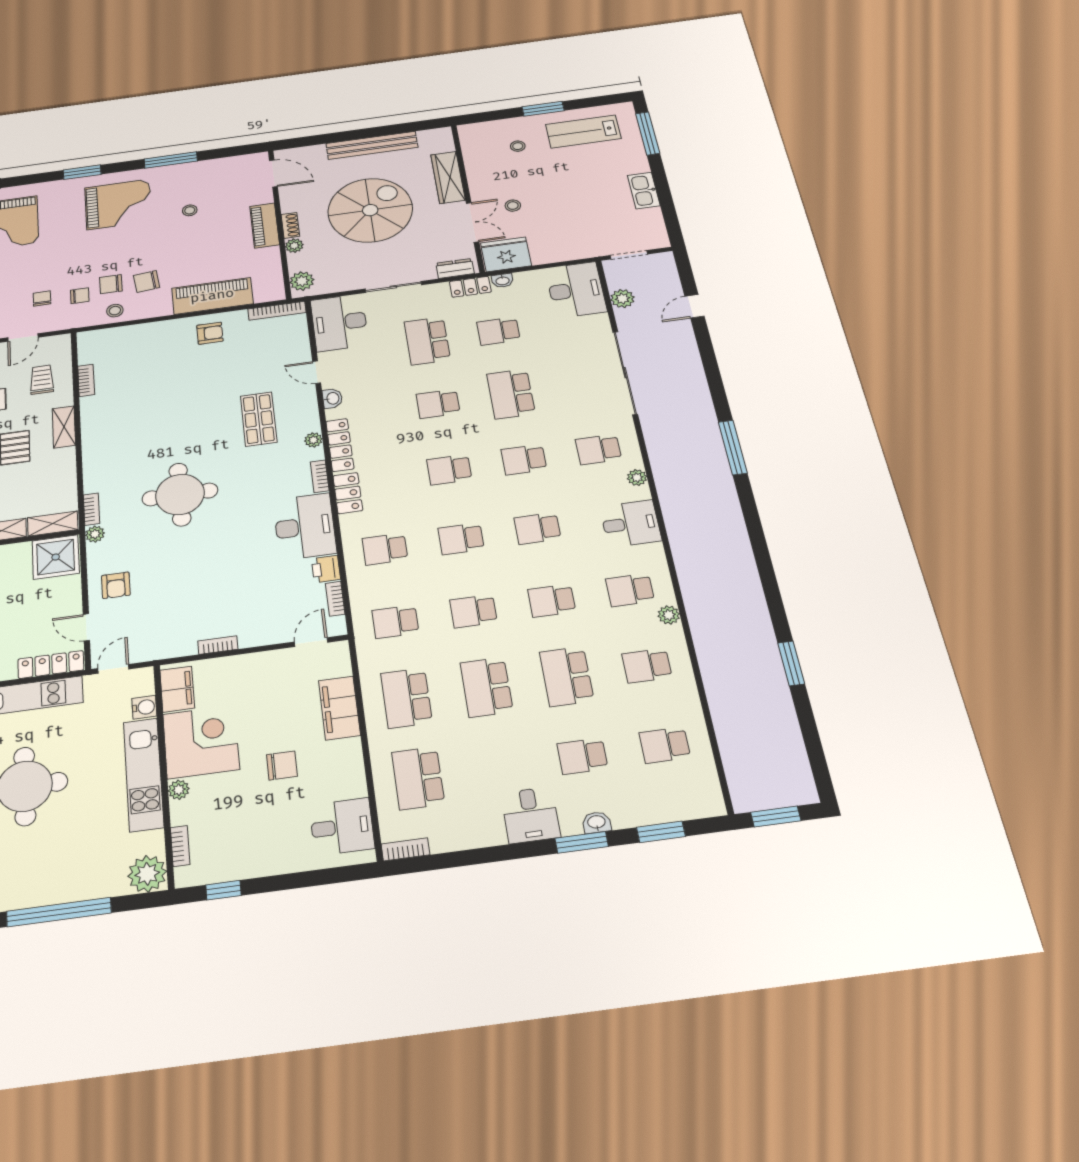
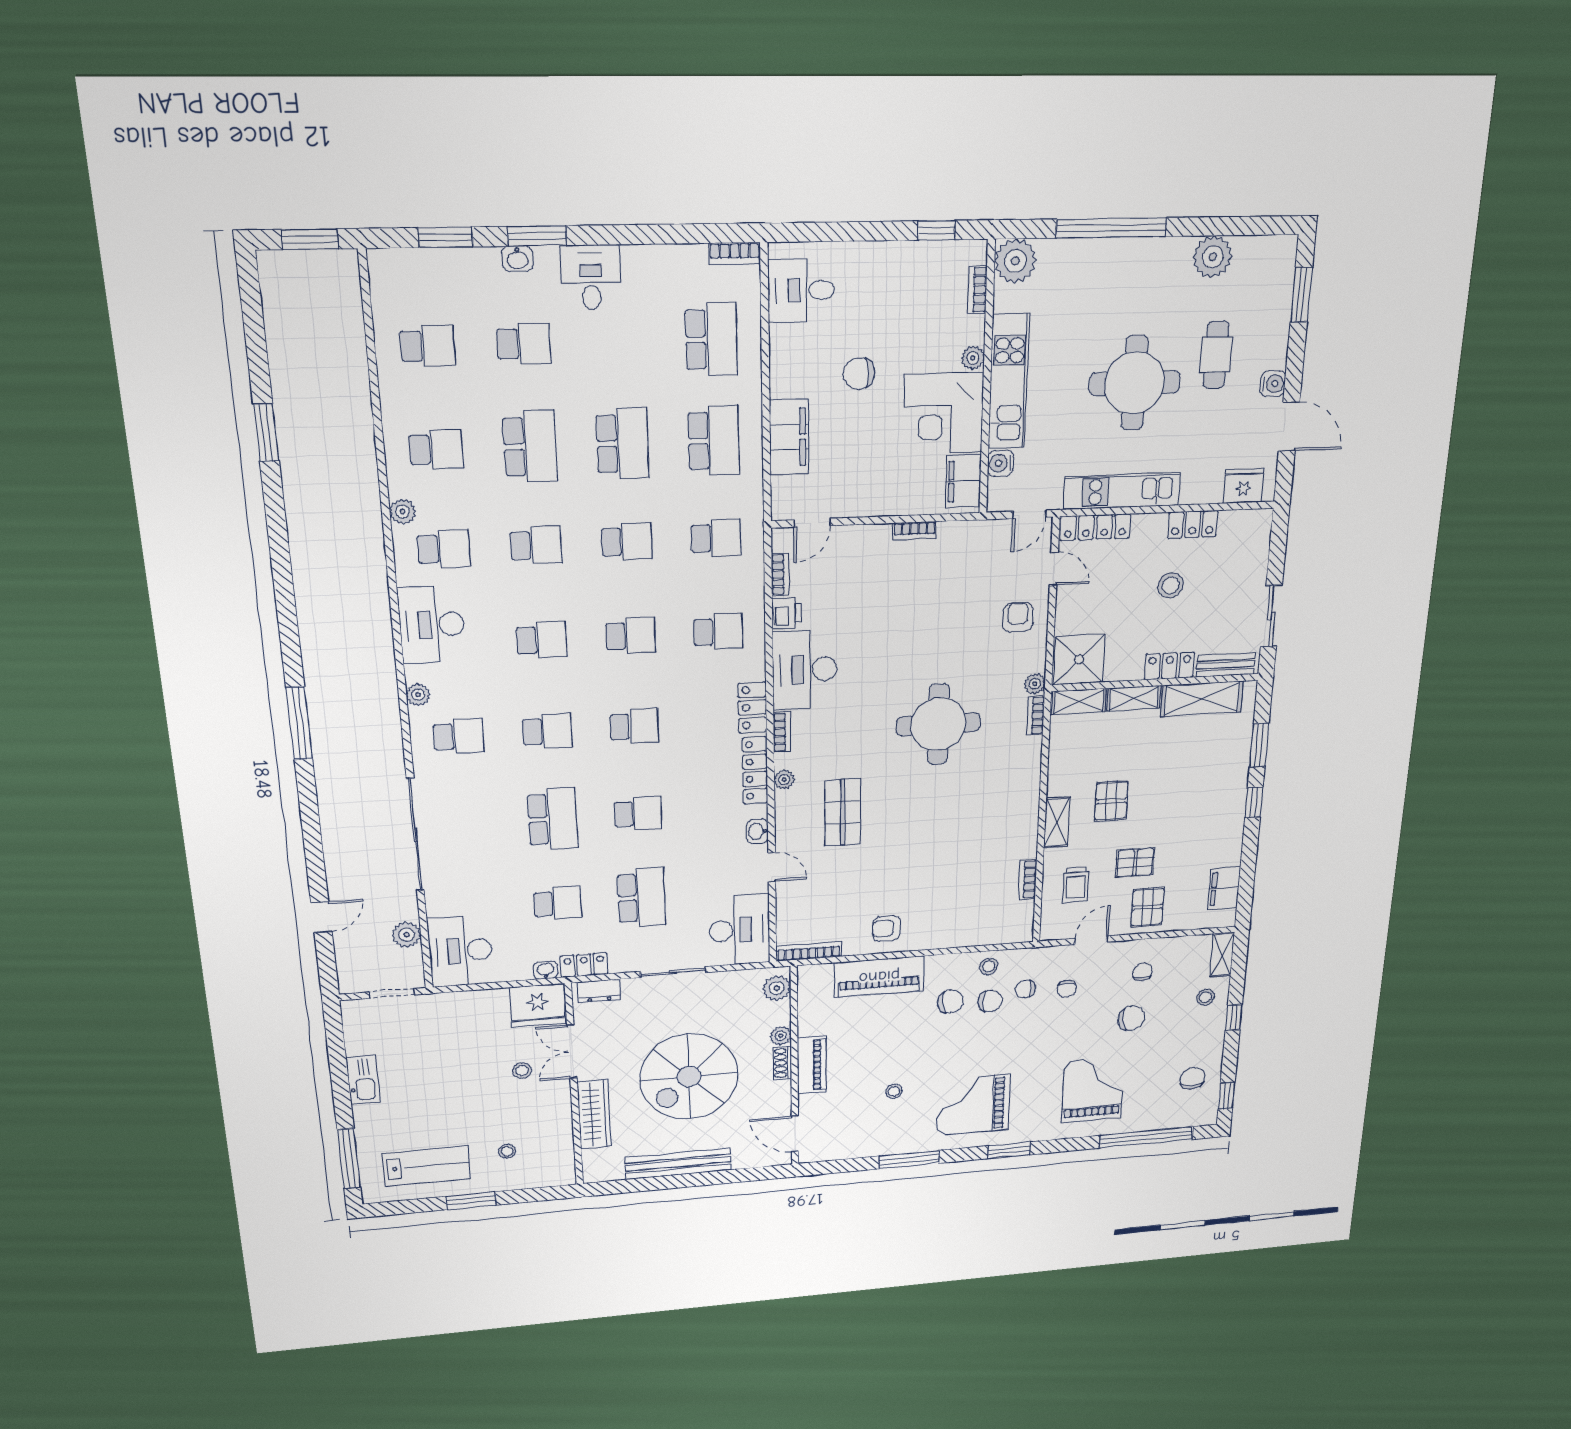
desk: (631, 524) -> (432, 625), width x1.37

